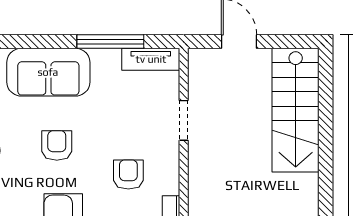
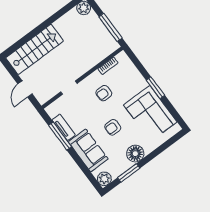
tv unit: (151, 59) -> (64, 127), moved

